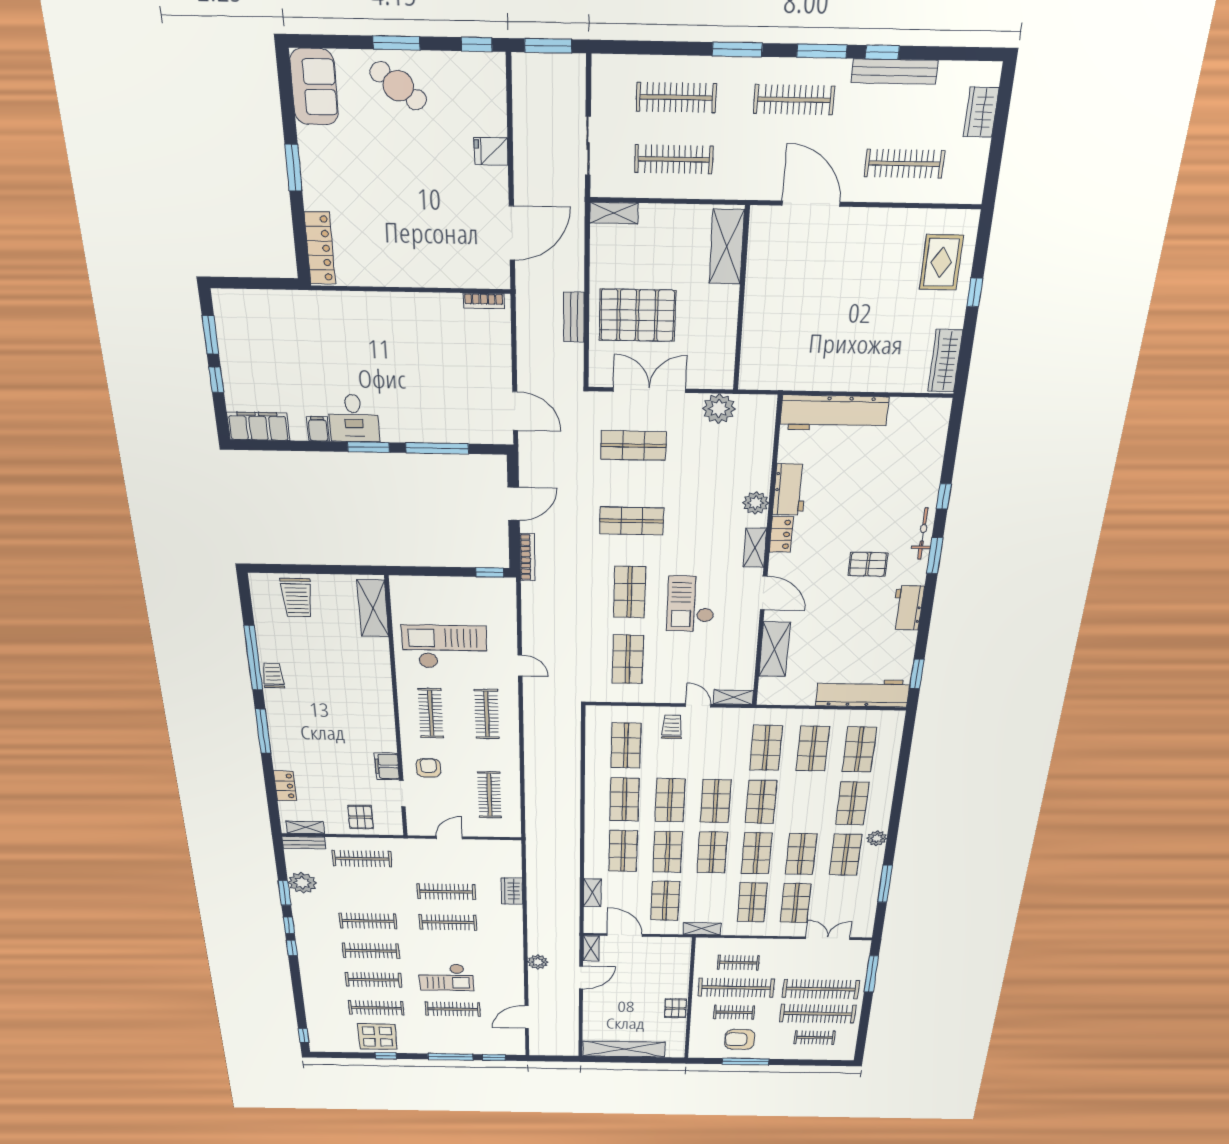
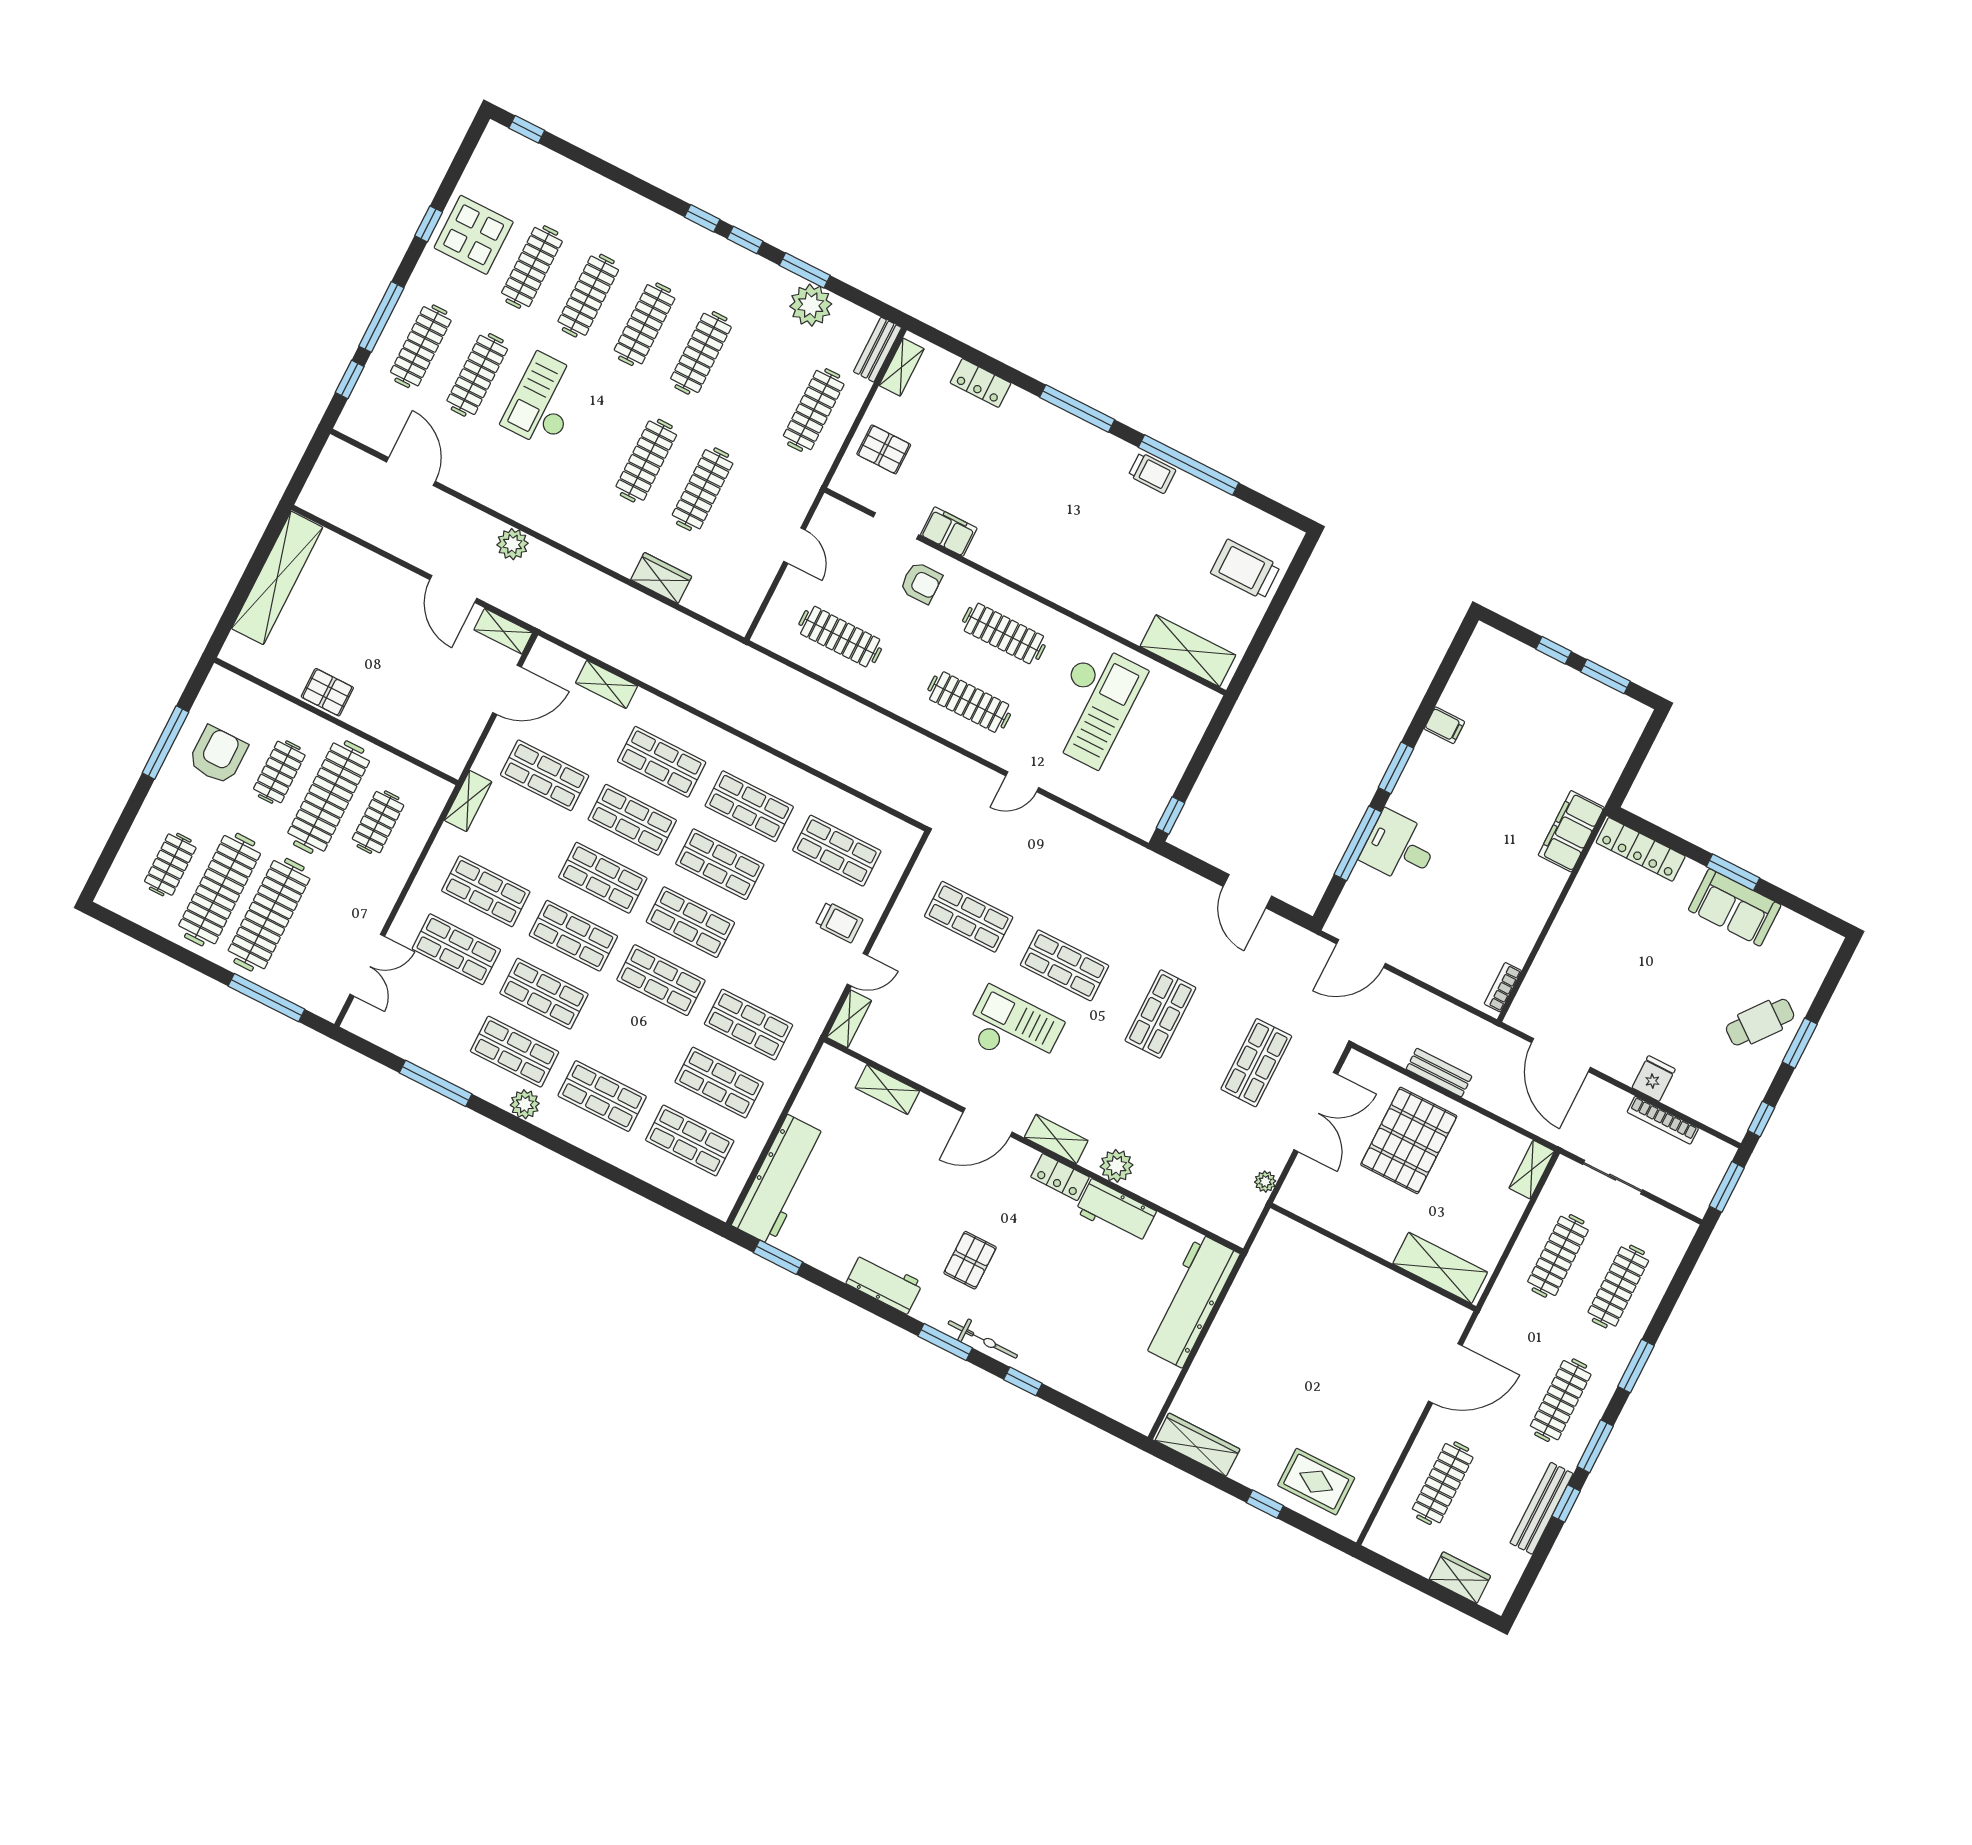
sofa: (314, 87) -> (1735, 907), moved
plant: (719, 409) -> (1265, 1182), width x0.53, depth x0.53
desk: (354, 418) -> (1400, 848), moved
filing cabinet: (258, 426) -> (1571, 831), moved, turned 180
bookcase: (527, 557) -> (1663, 1120), moved
shelving: (774, 649) -> (887, 1089), width x0.67, depth x0.75
clothes rail: (454, 1036) -> (421, 346), added

